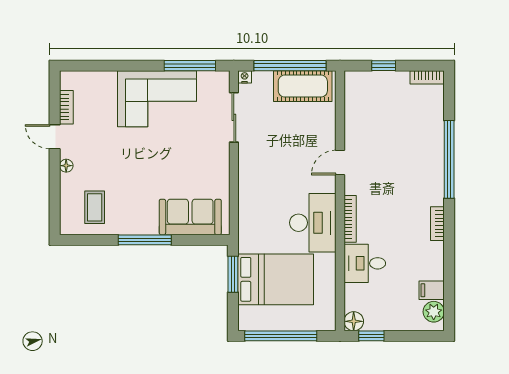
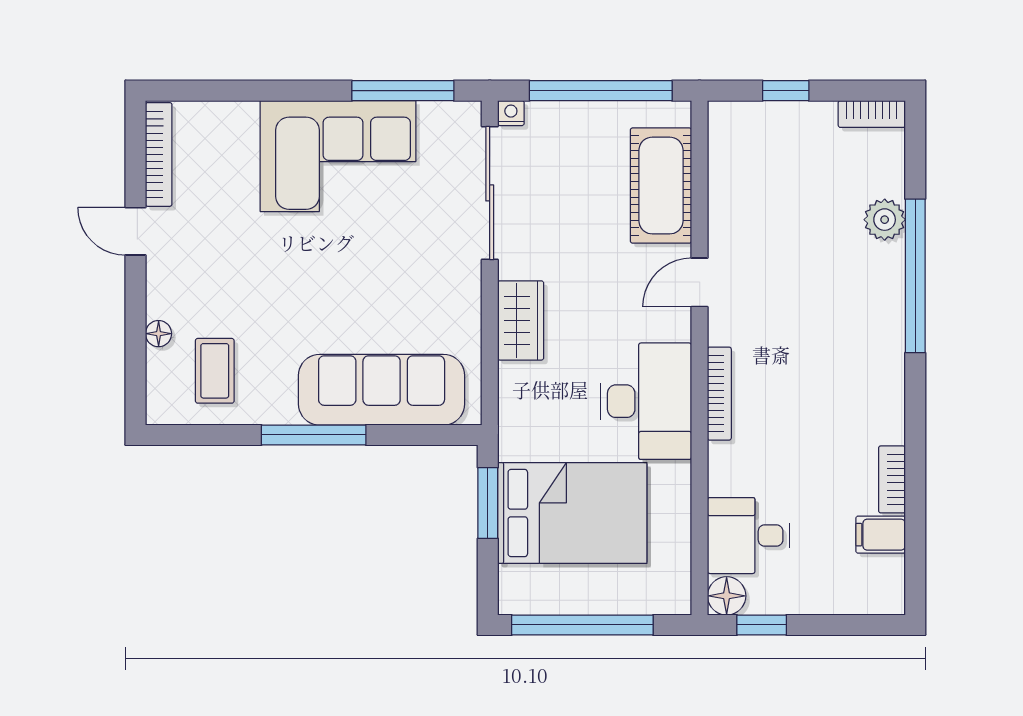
cot: (303, 86) -> (661, 186), moved, turned 90
bookcase: (66, 107) -> (159, 154), width x1.56
sliding door: (234, 117) -> (490, 193), width x1.37
floor lamp: (66, 166) -> (159, 334), moved
wardrobe: (249, 182) -> (521, 320), added
sofa: (190, 217) -> (382, 390), width x1.36
bookcase: (437, 224) -> (892, 479), moved
desk: (365, 263) -> (748, 536), moved
plant: (434, 312) -> (885, 220), moved

